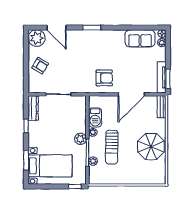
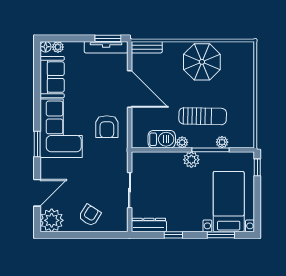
corner sofa: (103, 45) -> (61, 128), added
armchair: (104, 78) -> (107, 127), turned 180

